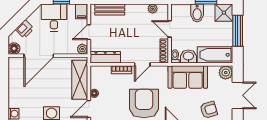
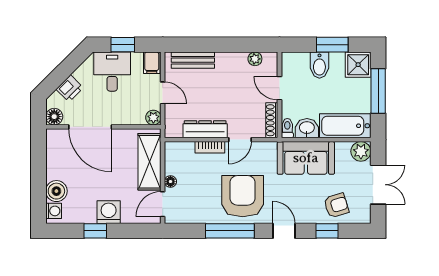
door: (89, 32) -> (163, 93), swing flipped
door: (39, 56) -> (90, 127), hinge flipped
dresser: (105, 57) -> (205, 129), moved
boiler: (16, 100) -> (56, 191), added

